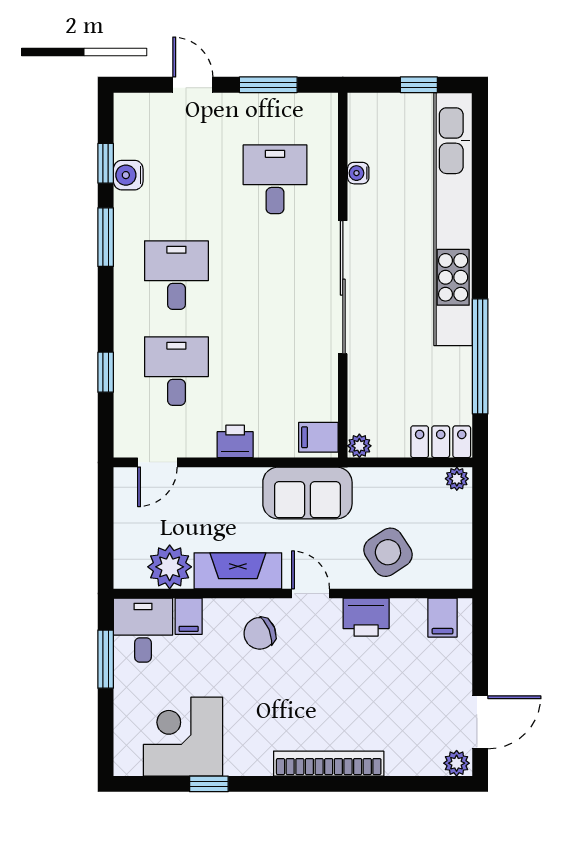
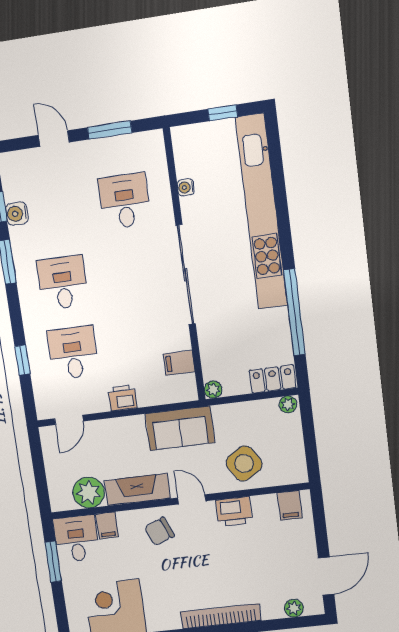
filing cabinet: (318, 437) -> (179, 363), moved
plant: (457, 763) -> (294, 608), moved

